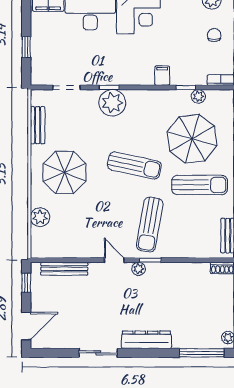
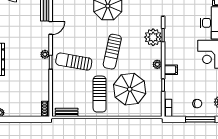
plant: (198, 96) -> (157, 64), moved
door: (114, 260) -> (51, 28), moved

